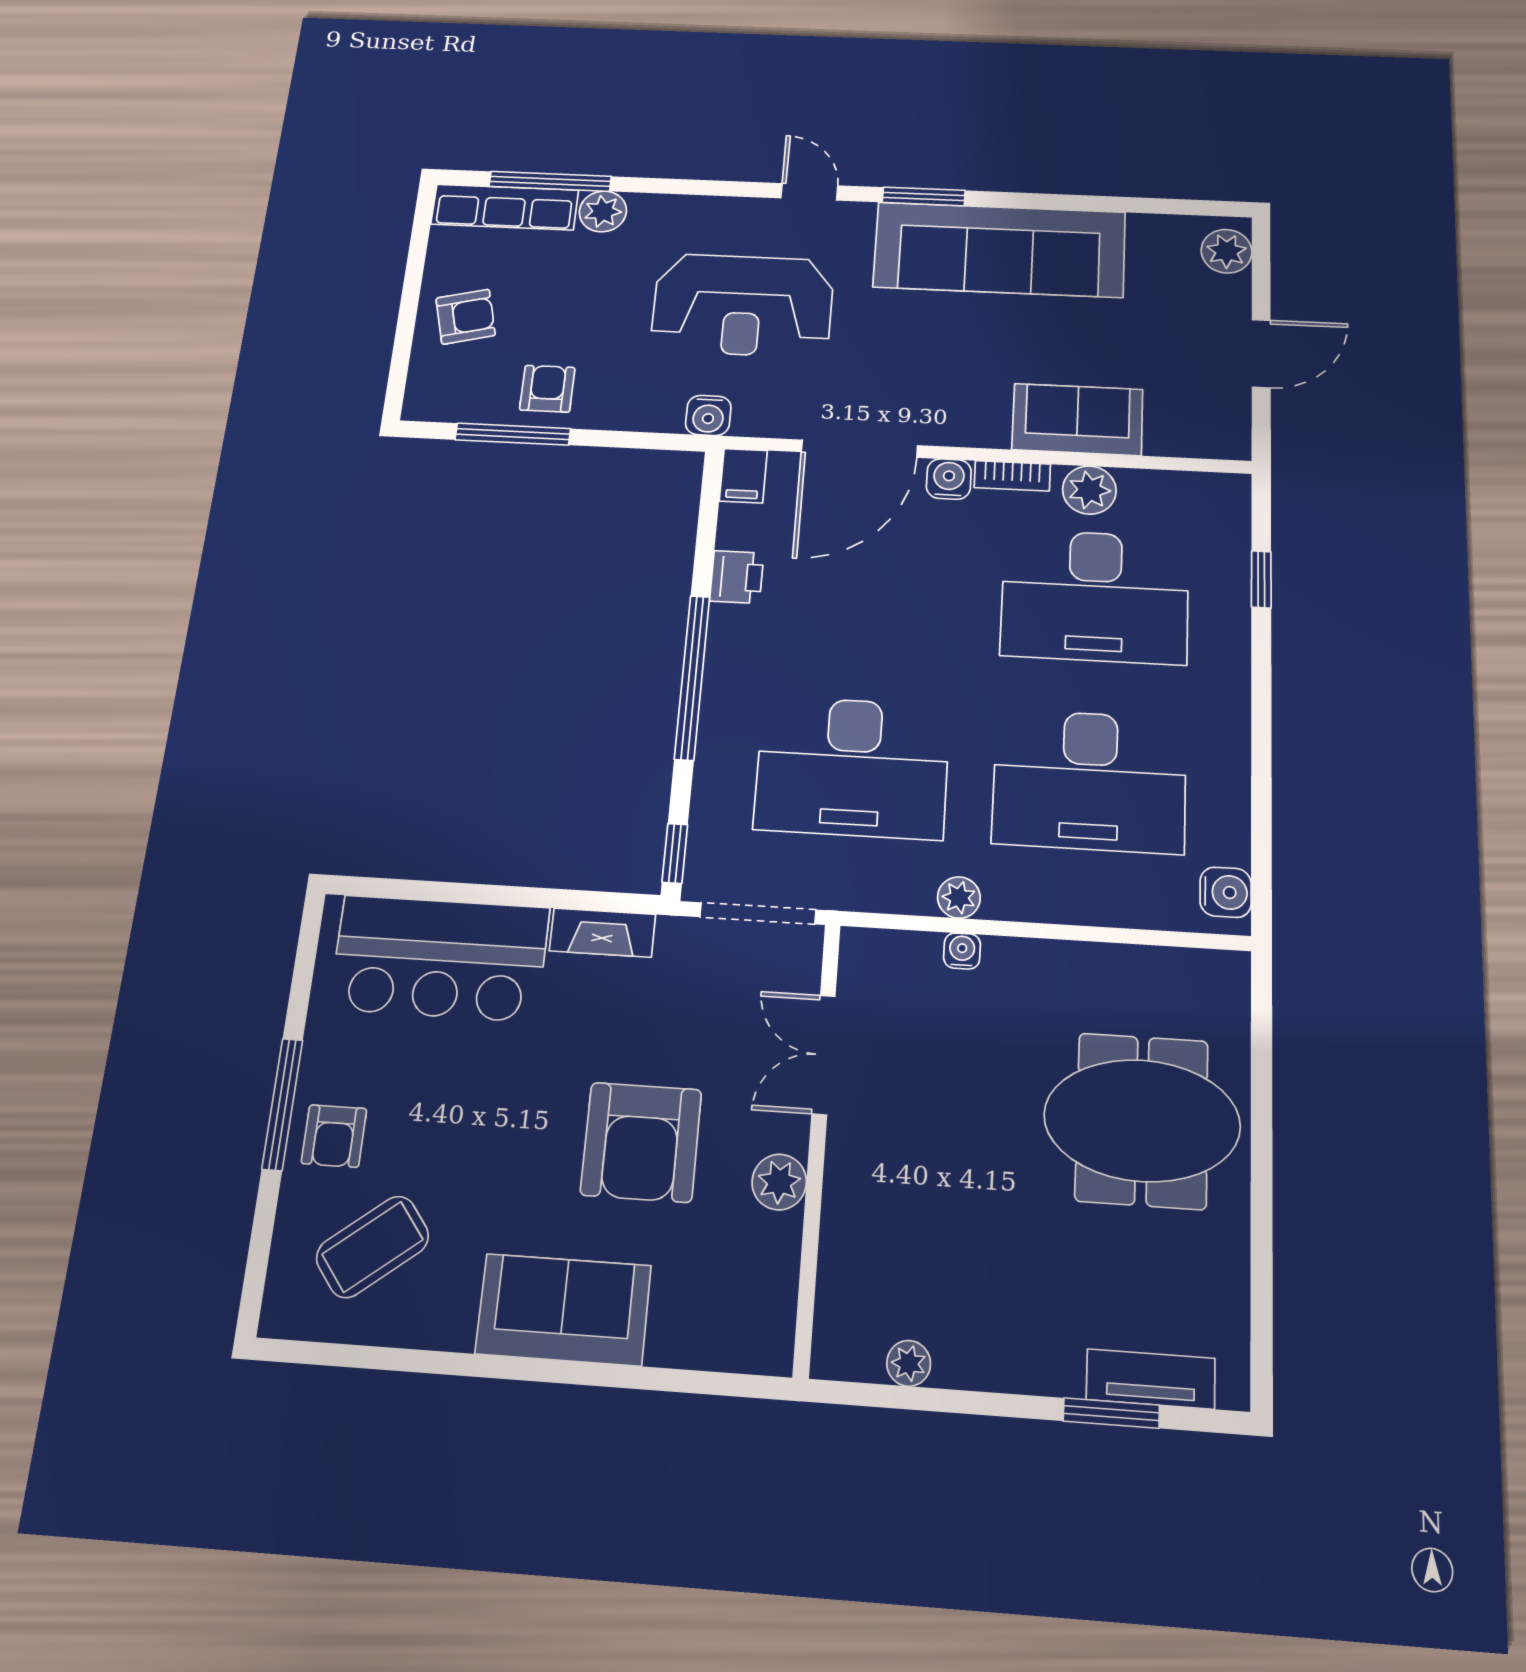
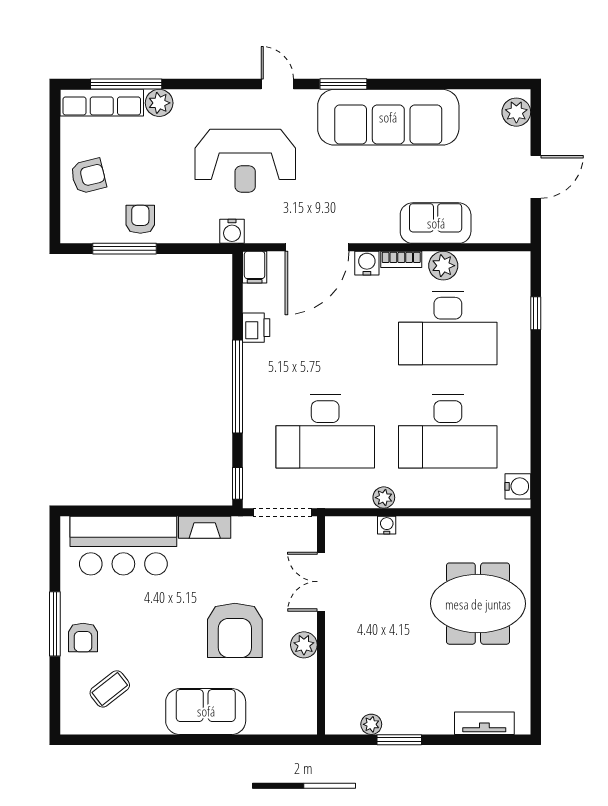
coffee table: (372, 1247) -> (110, 689), width x0.73, depth x0.77
window: (1111, 1413) -> (399, 740), moved

